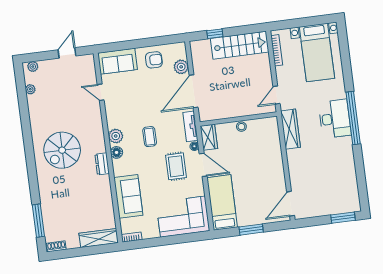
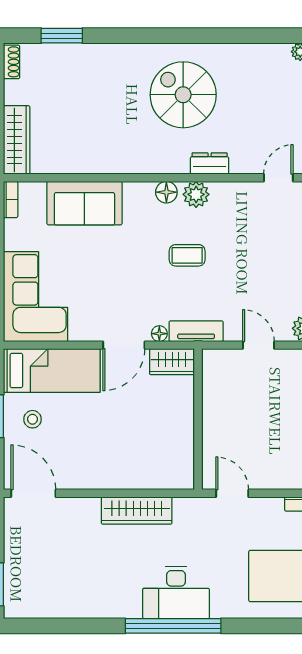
door: (194, 91) -> (258, 345), width x0.53
stool: (241, 127) -> (33, 419), moved
wardrobe: (290, 129) -> (137, 510), moved
dresser: (102, 164) -> (210, 164), moved
rug: (176, 166) -> (127, 296), removed
window: (38, 221) -> (62, 36), width x0.69

